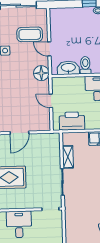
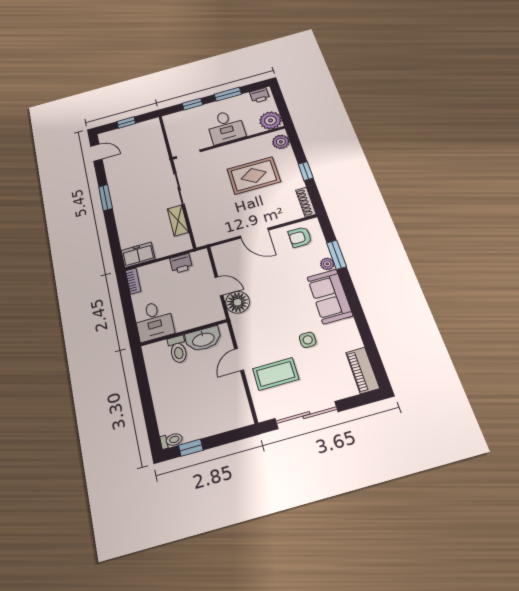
door: (49, 49) -> (239, 360), swing flipped
floor lamp: (41, 73) -> (237, 302), moved
printer: (72, 121) -> (181, 263), width x0.53, depth x0.68
door: (19, 133) -> (254, 233), swing flipped

